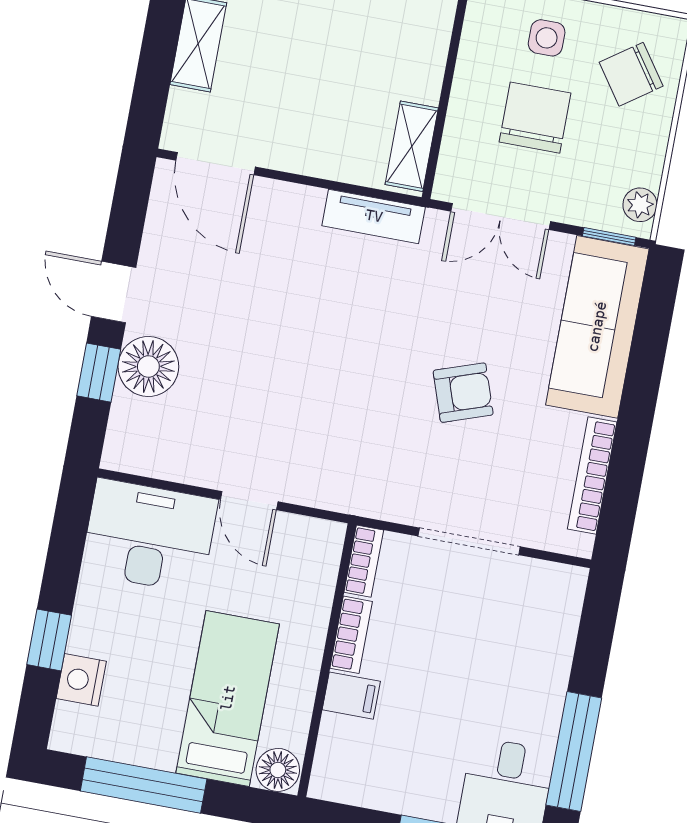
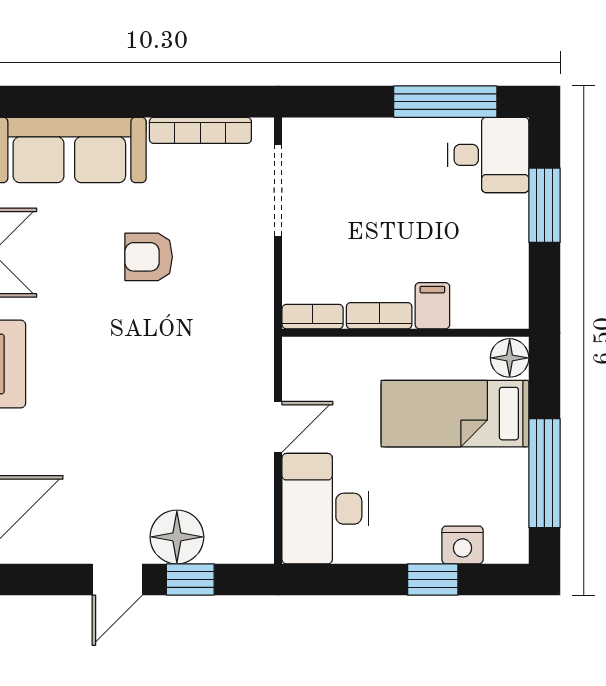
armchair: (463, 393) -> (149, 257), turned -71
doorway: (469, 541) -> (278, 190), moved

